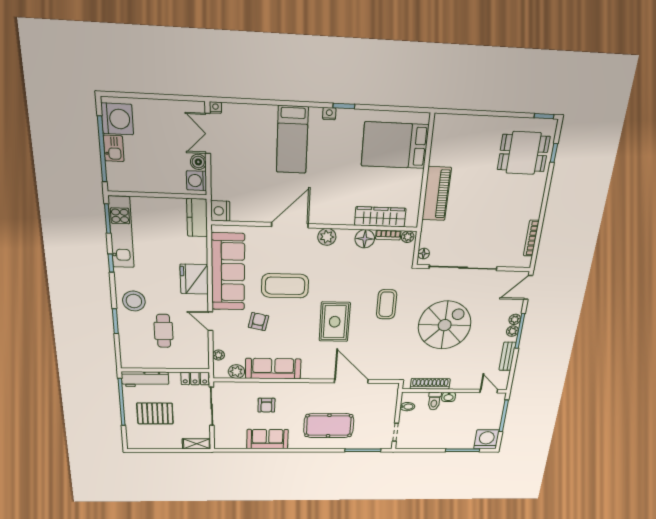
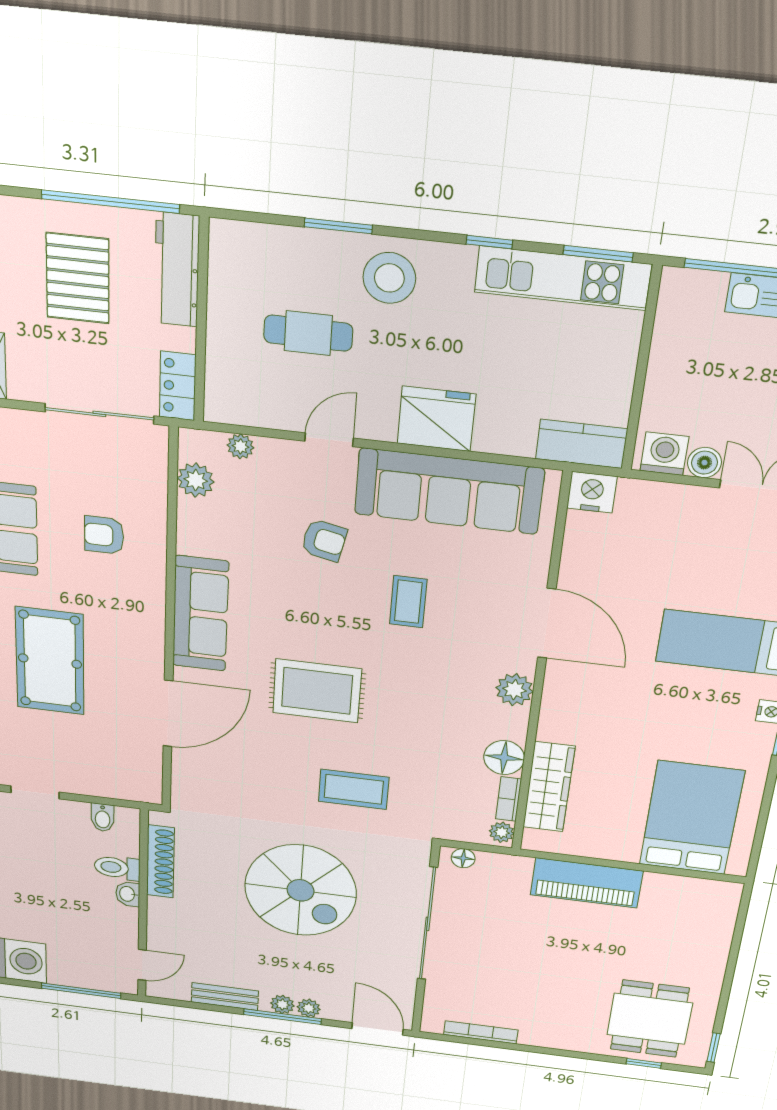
coffee table: (285, 286) -> (408, 602), width x0.54, depth x0.58
sofa: (273, 369) -> (200, 614), moved

